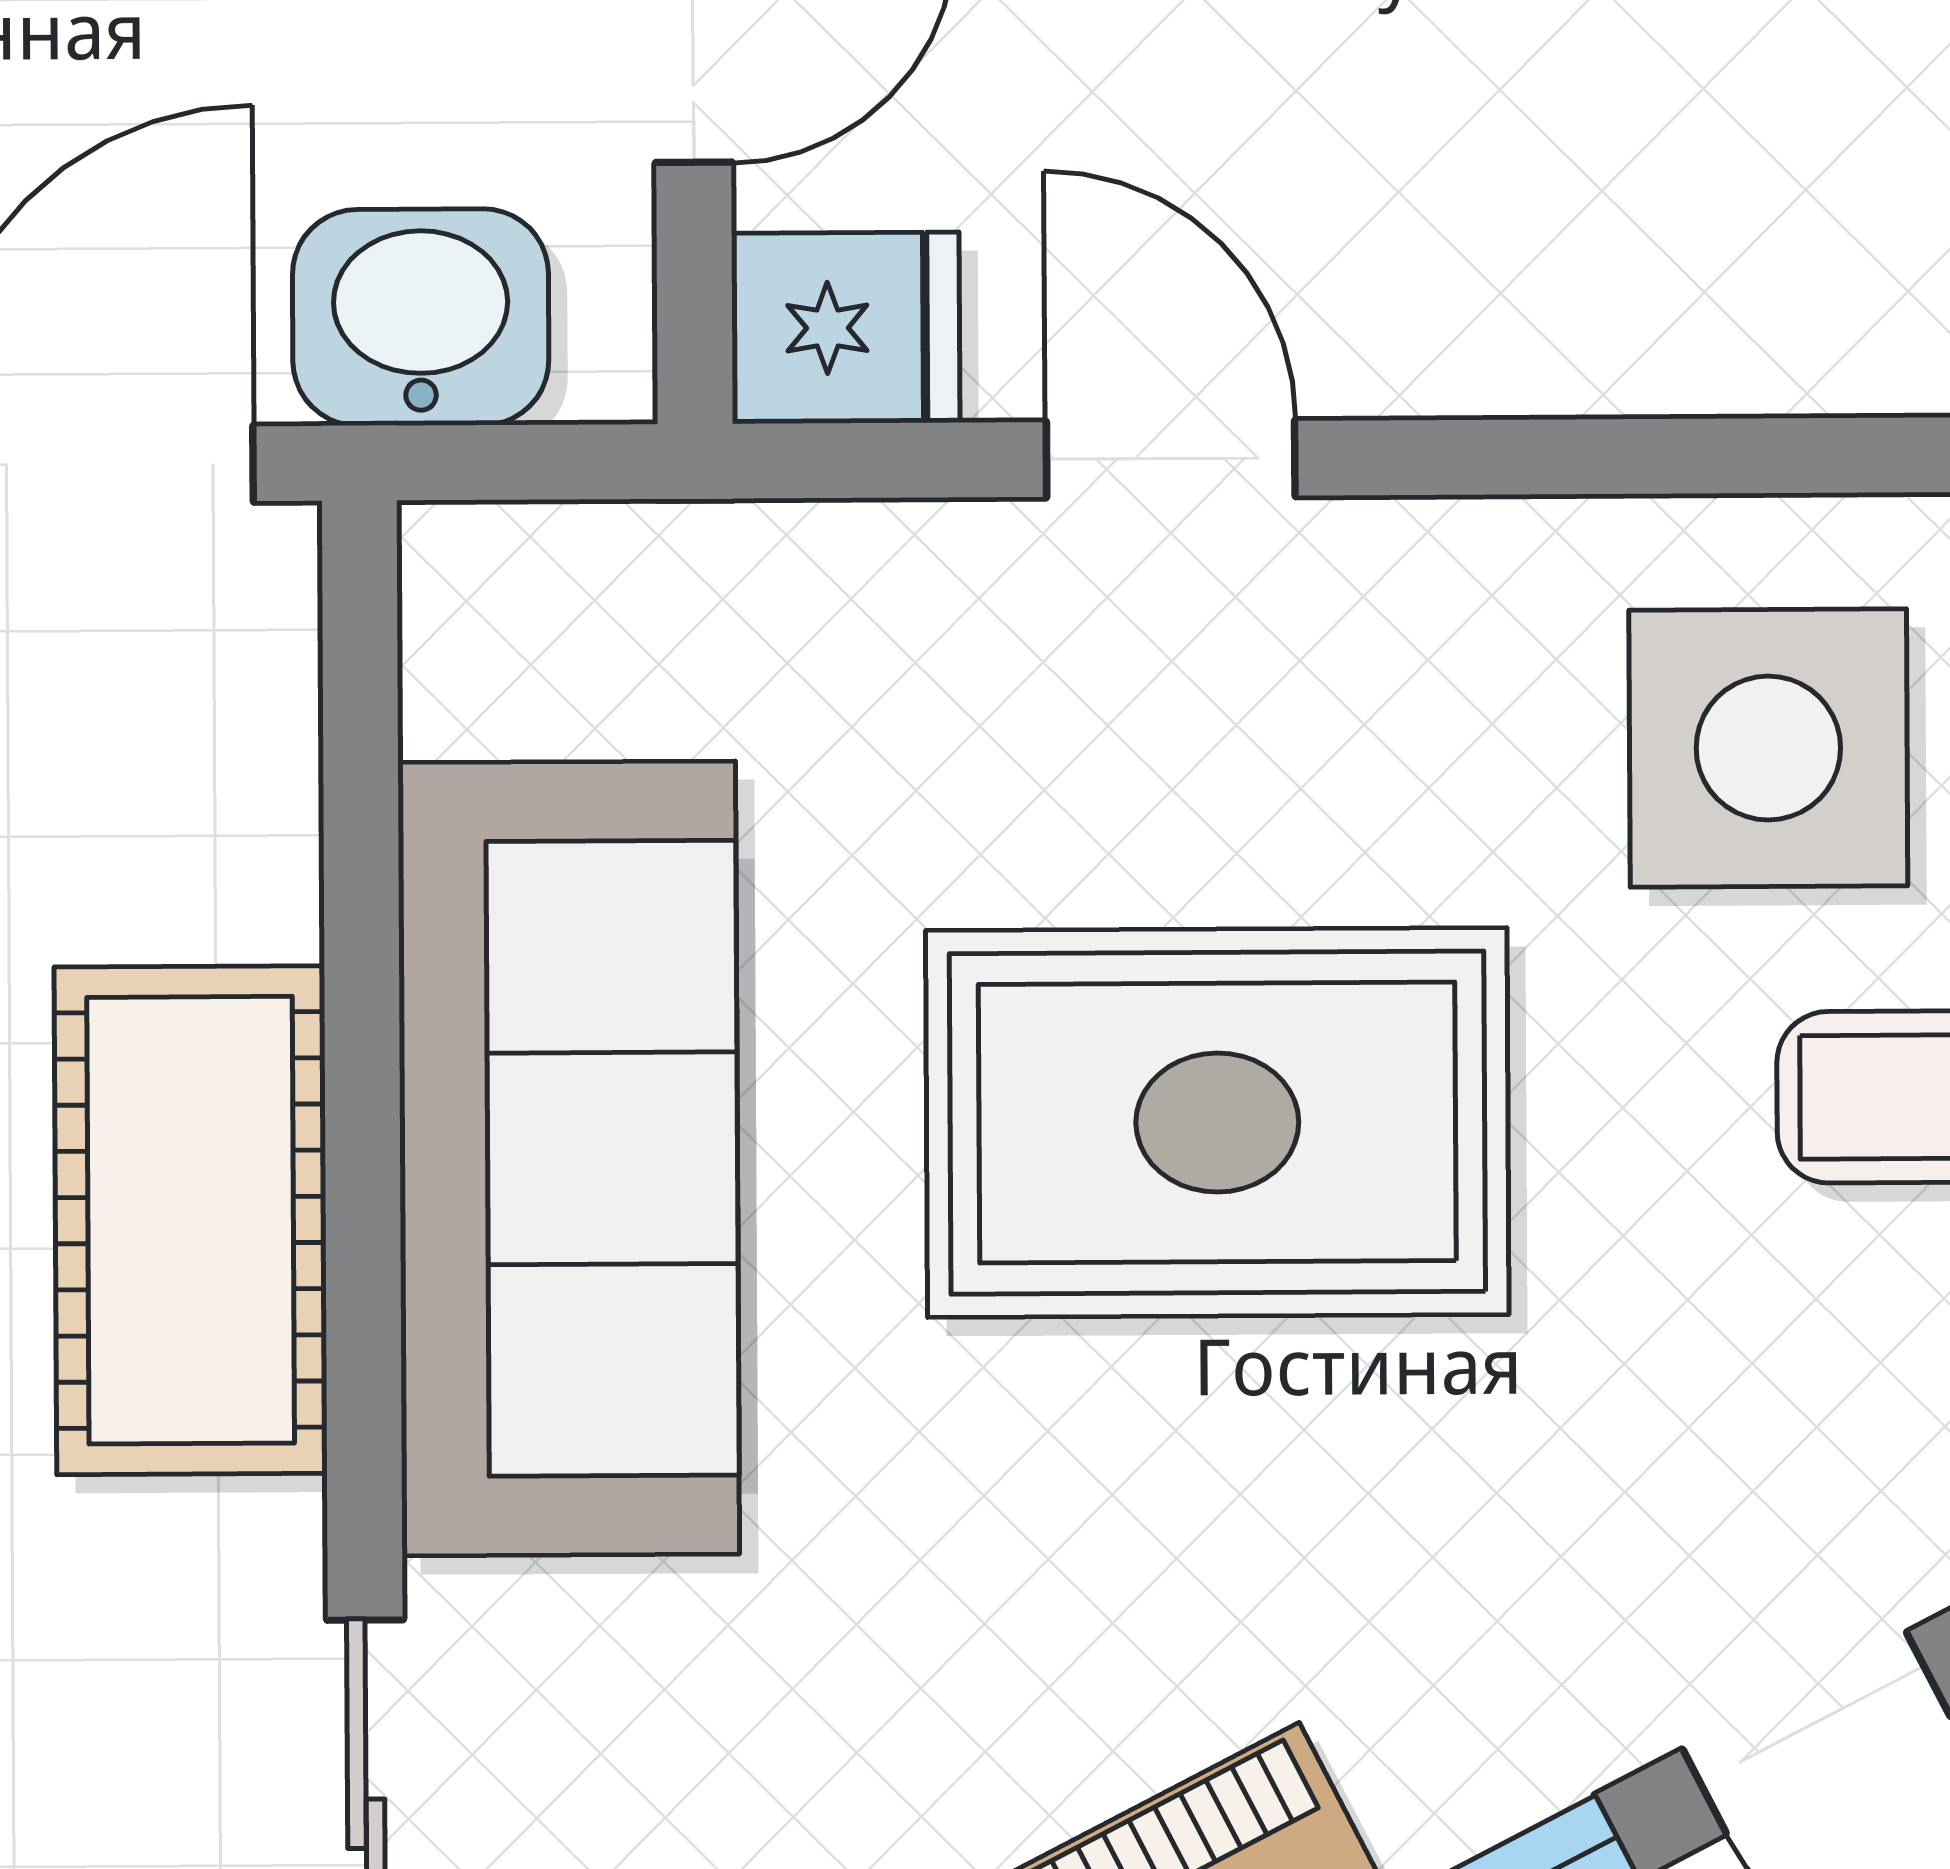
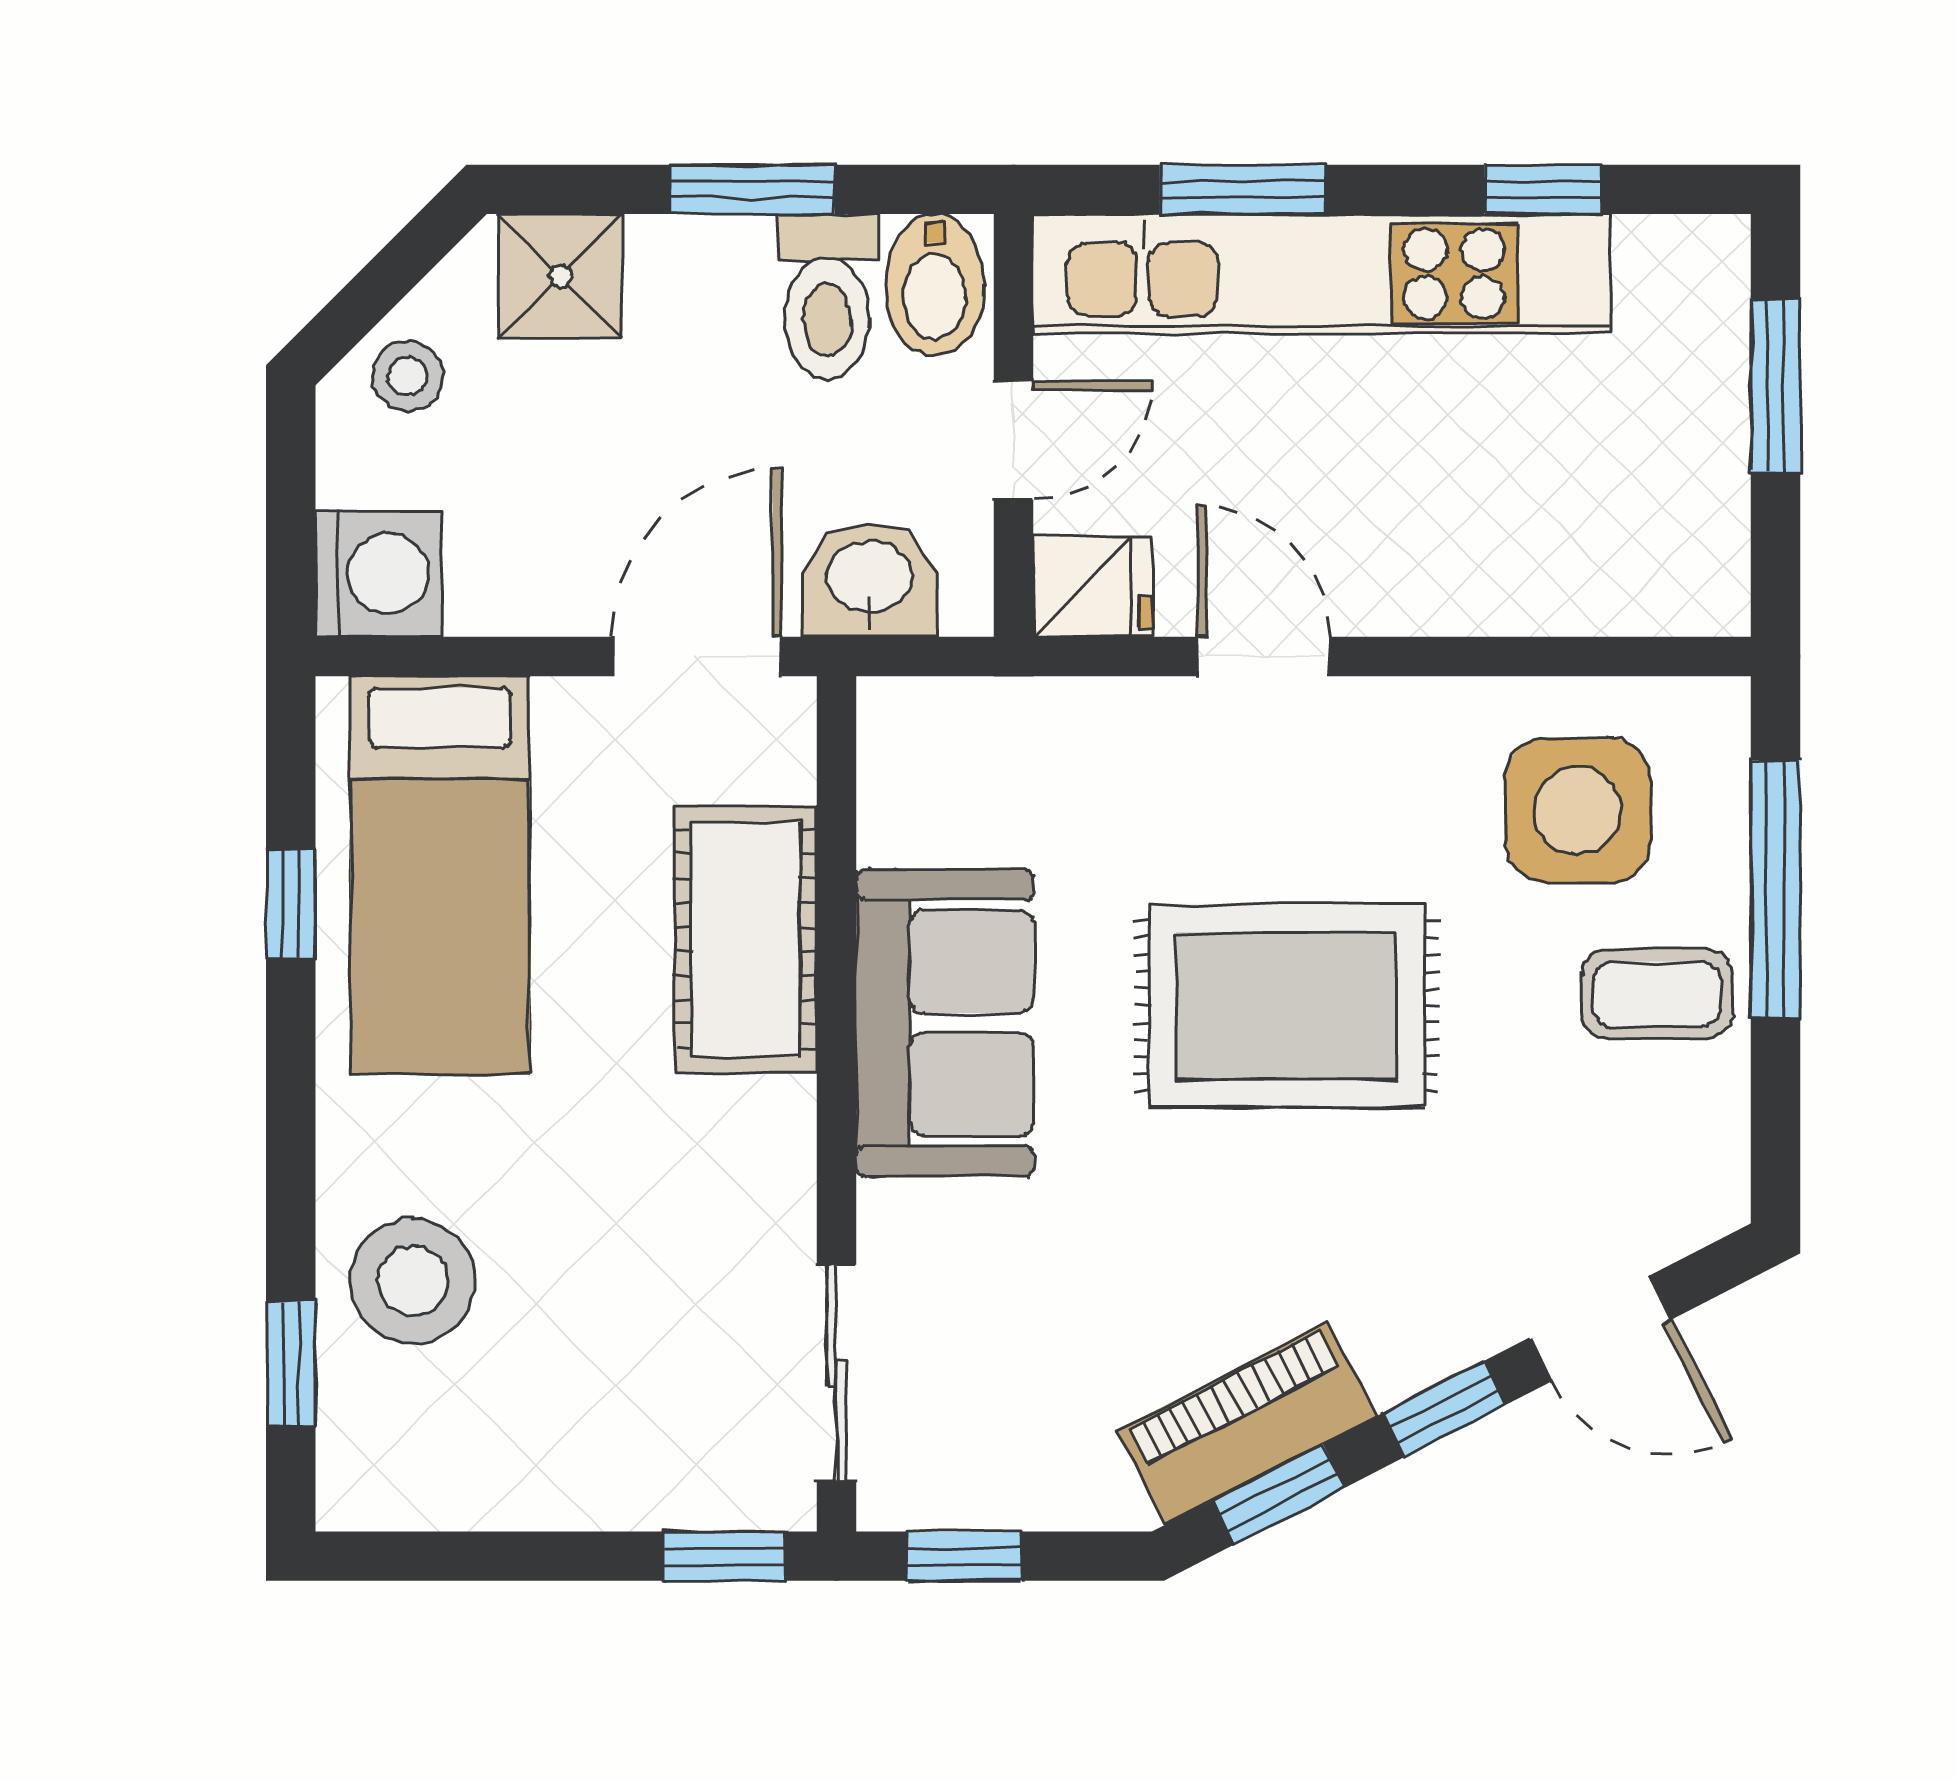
sofa: (569, 1158) -> (945, 1023), width x0.73
cot: (191, 1220) -> (746, 939), moved

